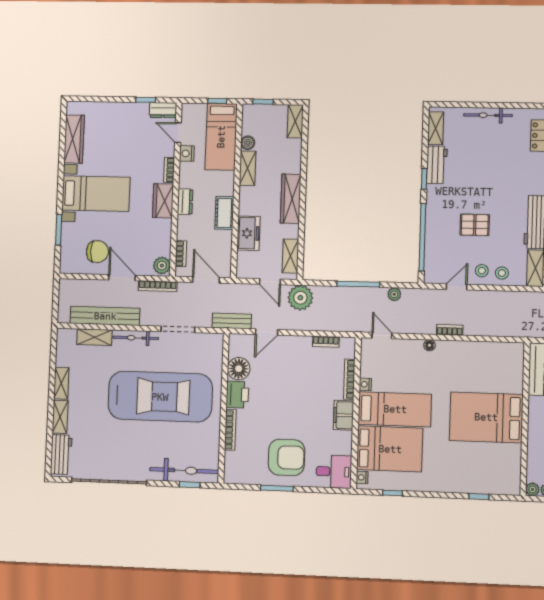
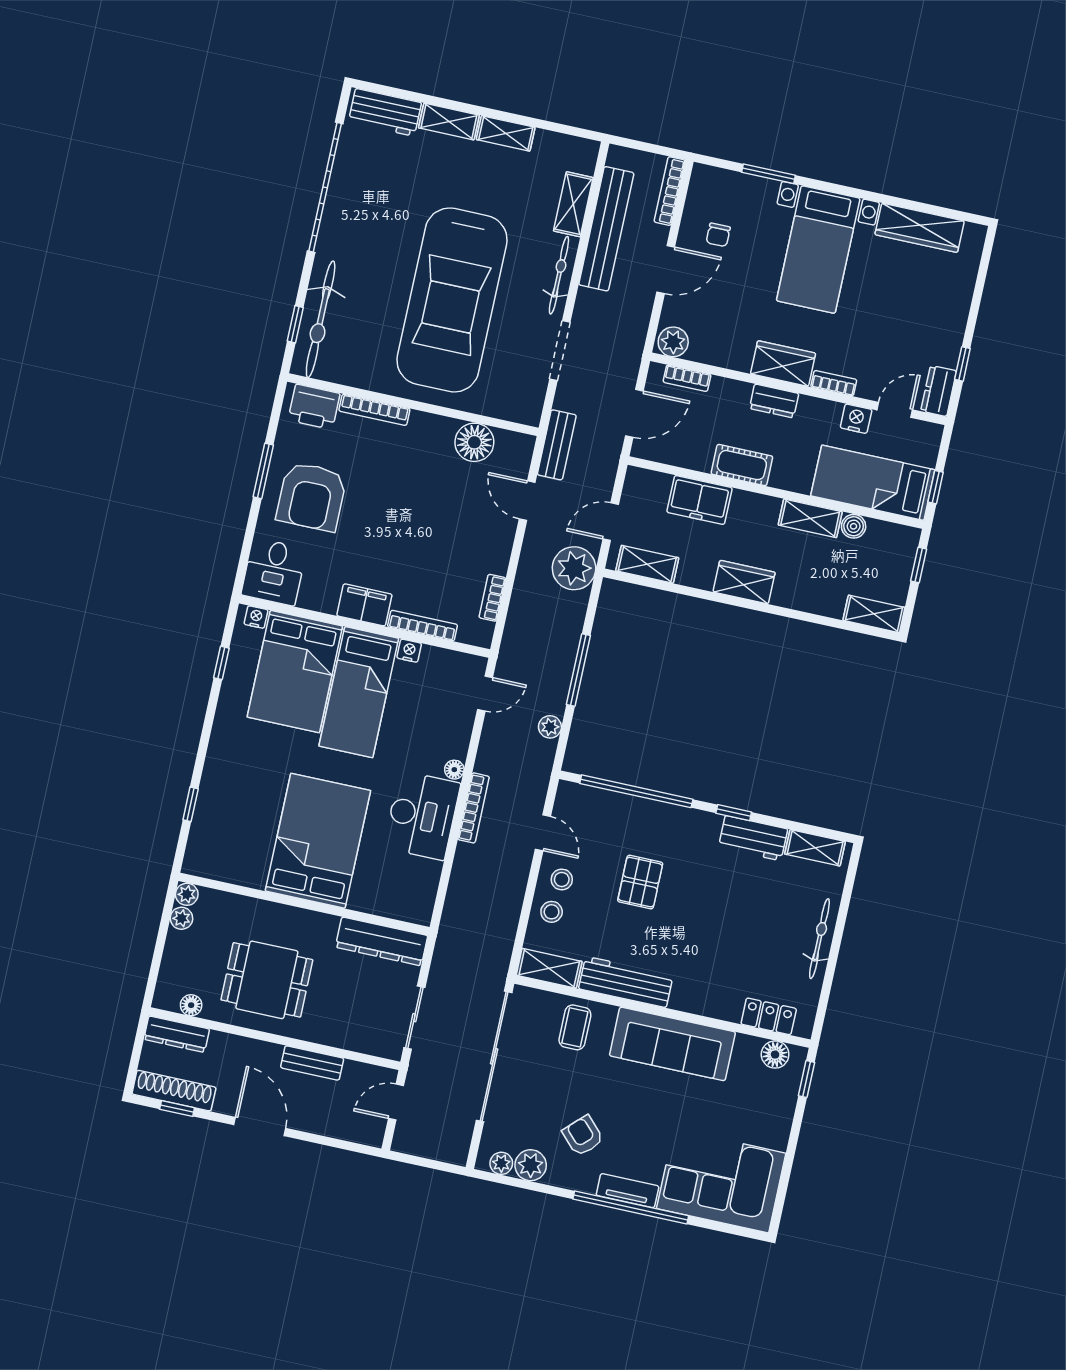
wardrobe: (291, 199) -> (744, 582), width x0.67
chair: (97, 252) -> (718, 235), width x0.54, depth x0.54
bookcase: (158, 286) -> (670, 191), moved
bookcase: (450, 330) -> (474, 808), width x1.56
desk: (460, 359) -> (422, 816), added
printer: (237, 395) -> (314, 407), moved

